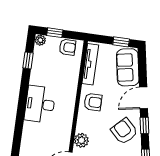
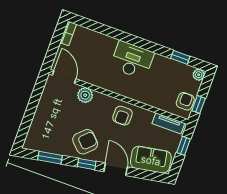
window: (55, 33) -> (199, 104), moved
window: (121, 42) -> (183, 146), moved
armchair: (67, 47) -> (185, 101), turned 180
tv unit: (90, 64) -> (168, 123), width x0.71

